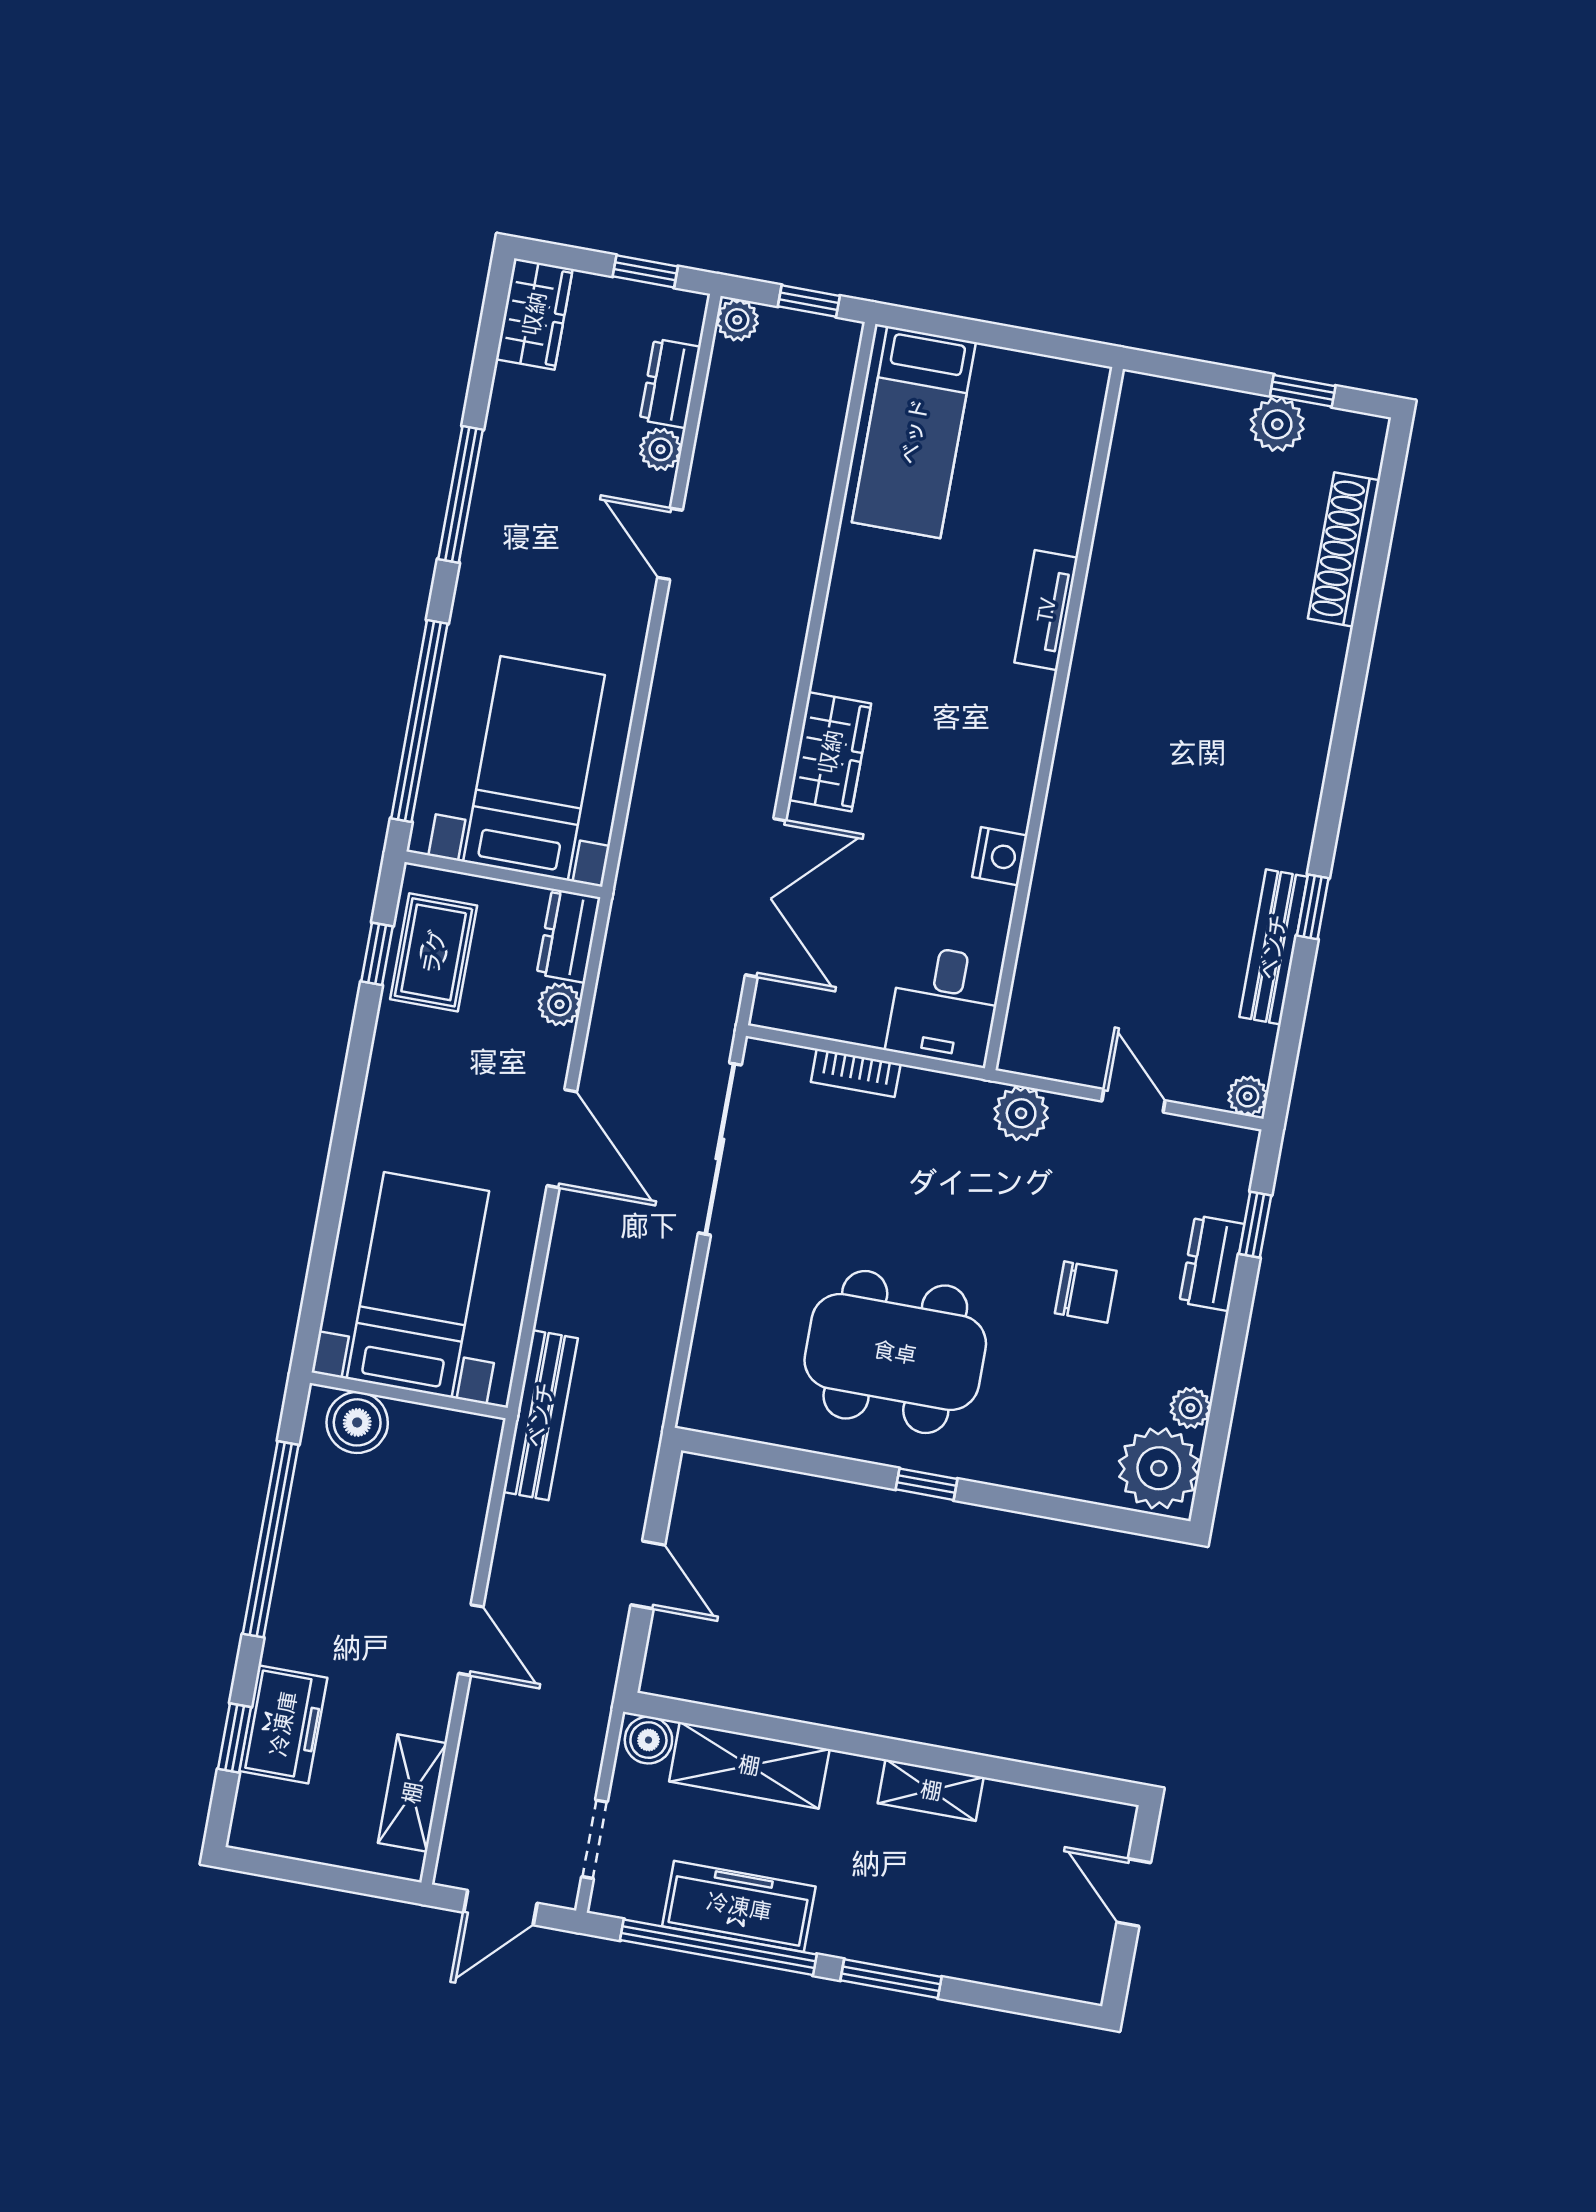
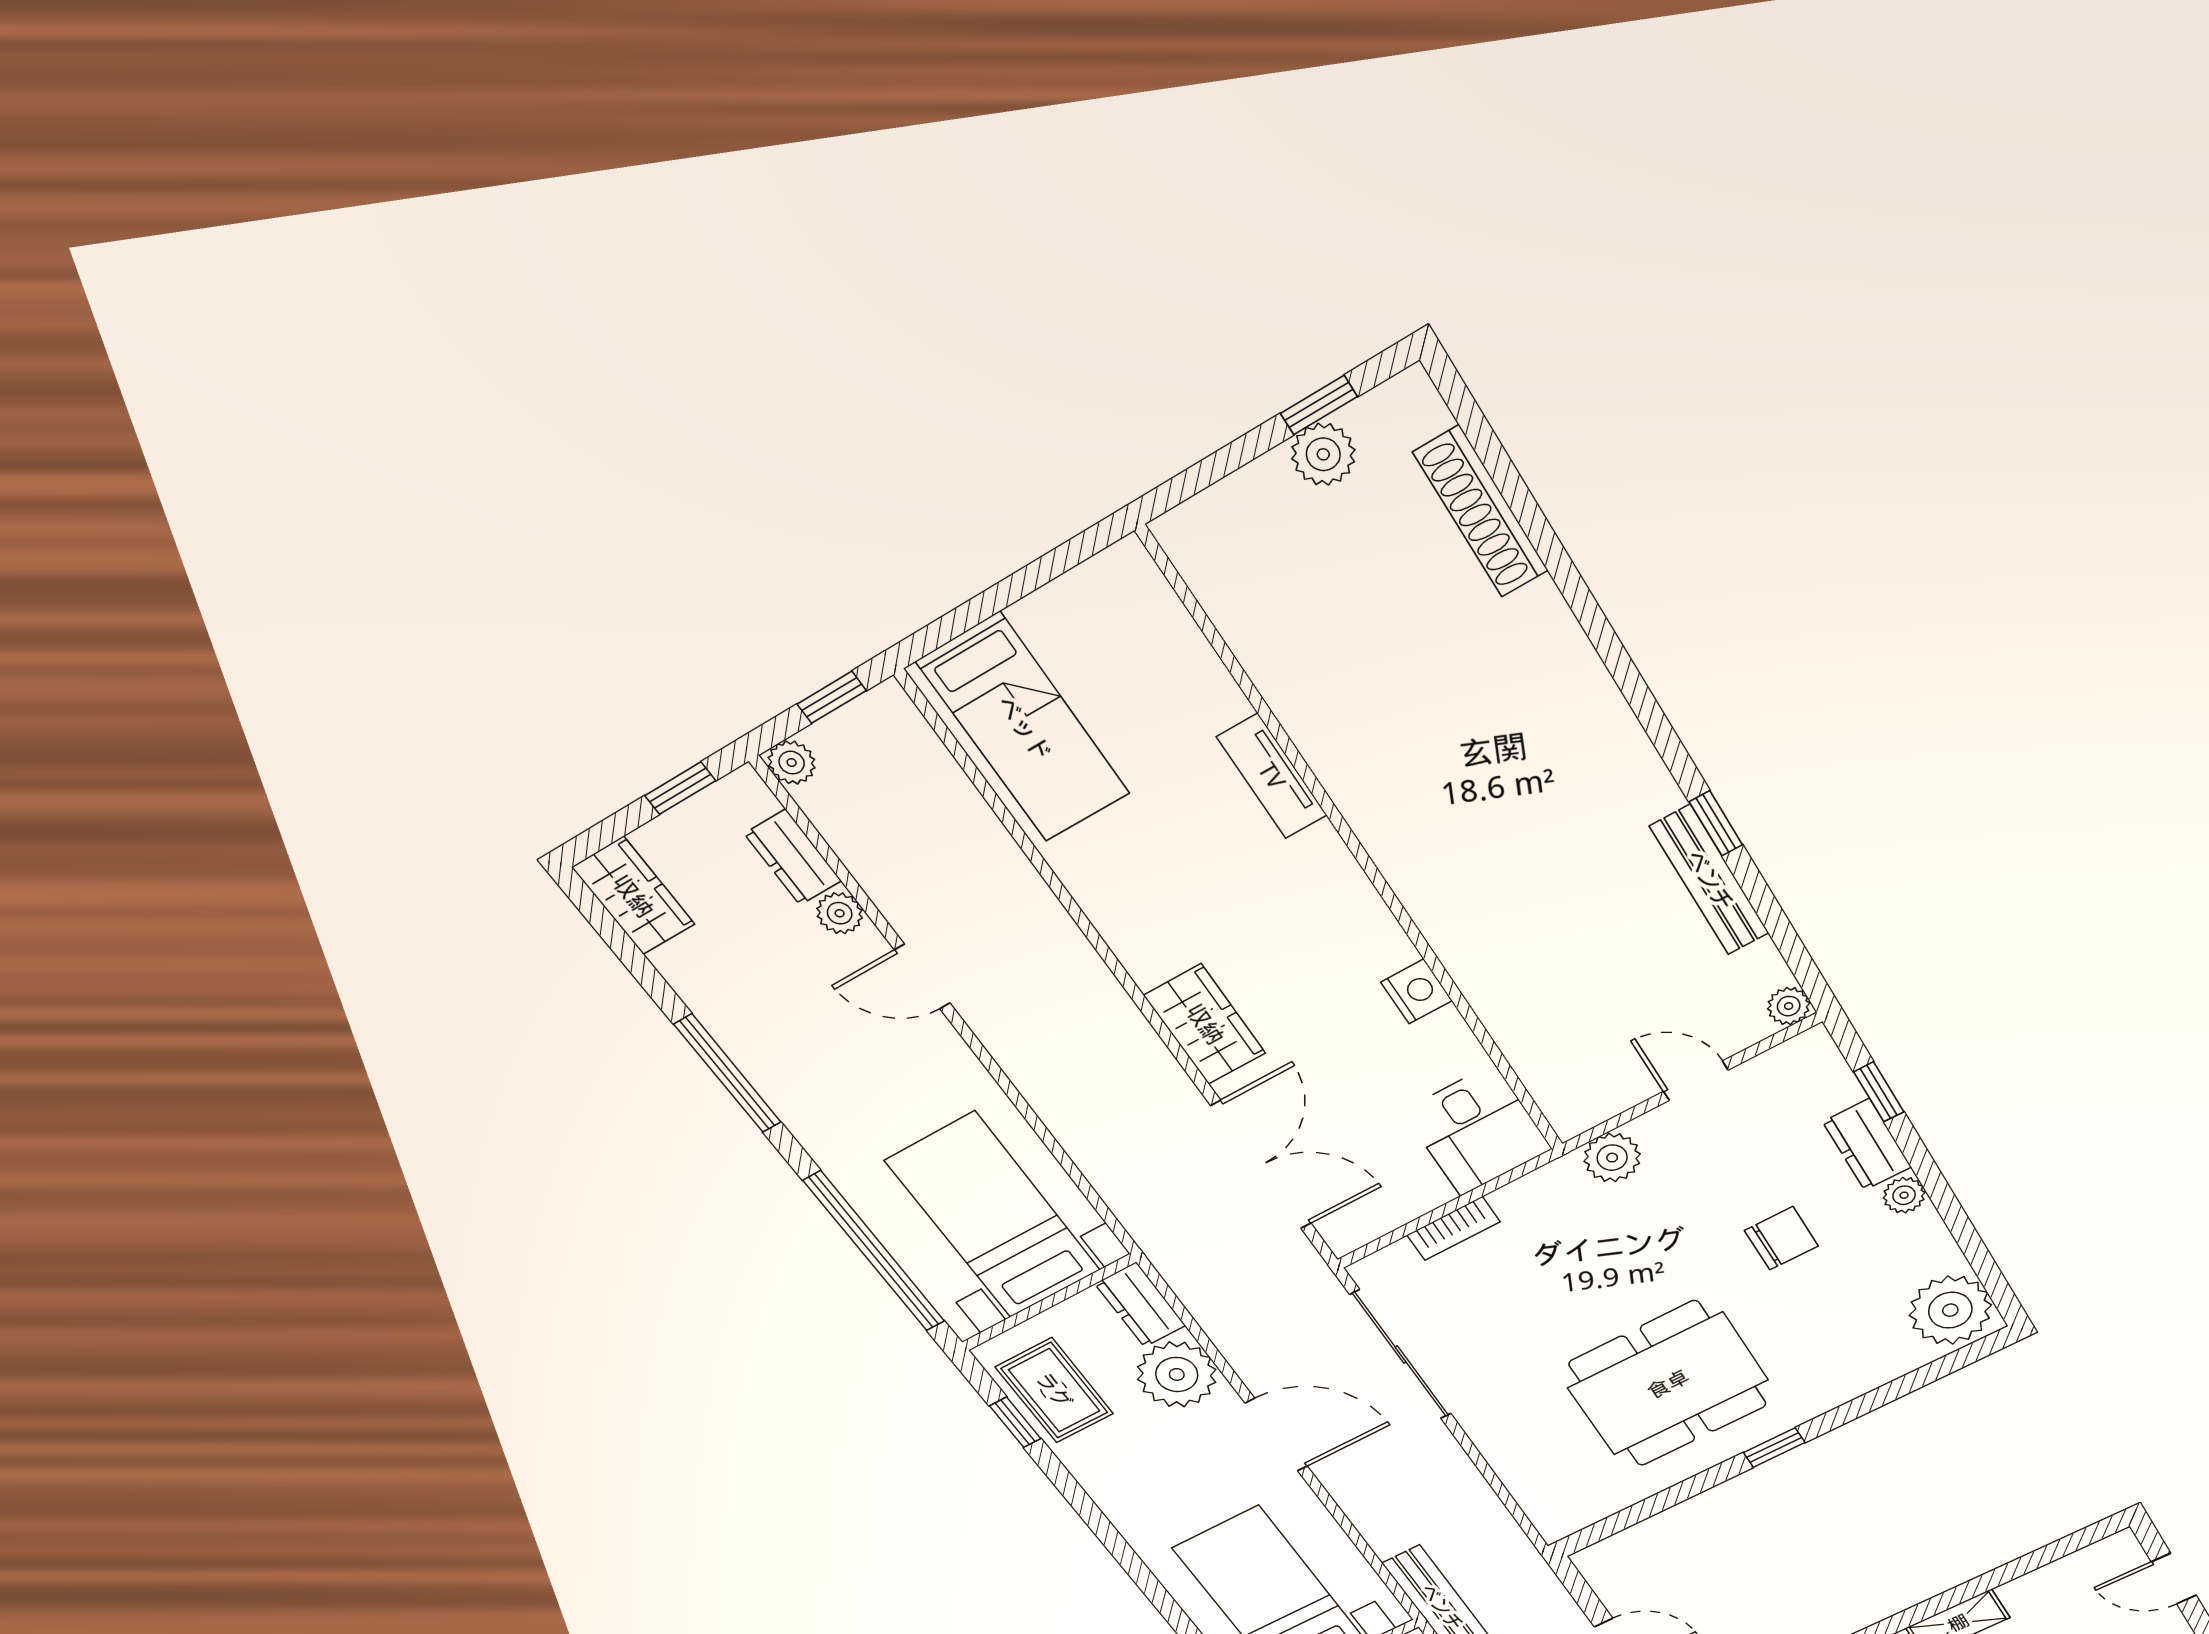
plant: (559, 1004) -> (1177, 1374), width x1.88, depth x1.88
plant: (1191, 1408) -> (1904, 1195), moved

